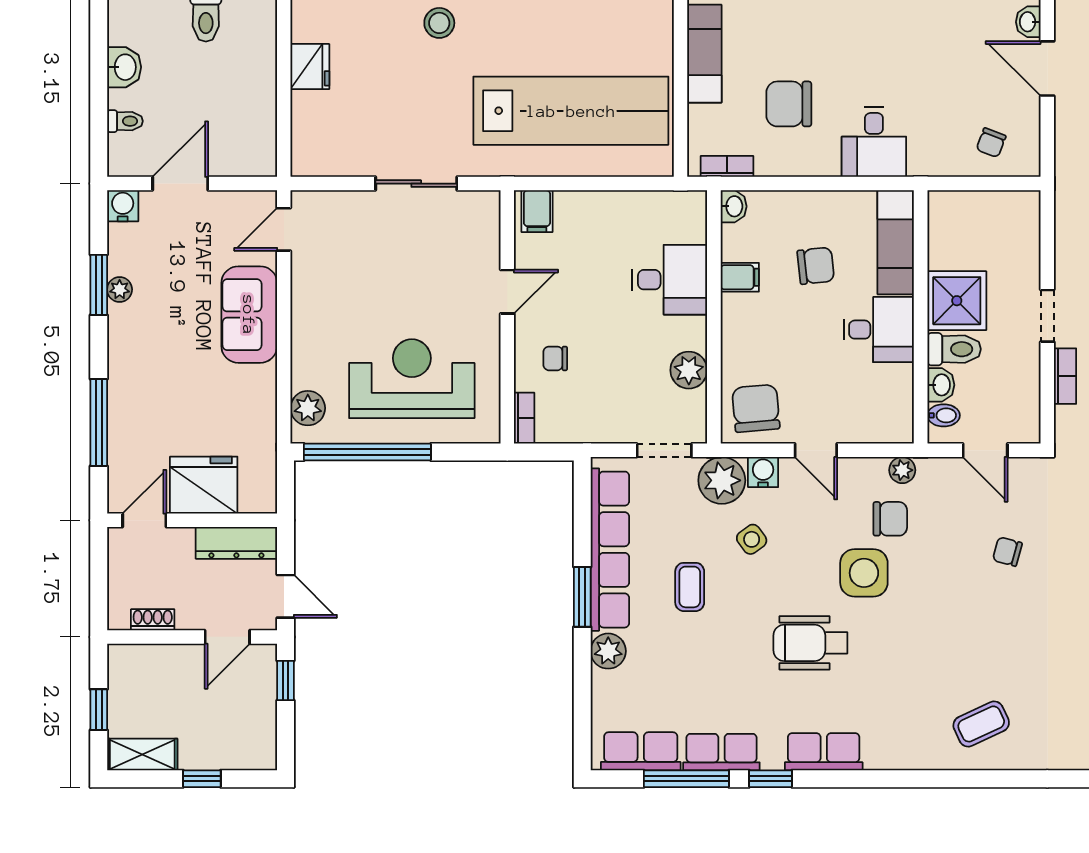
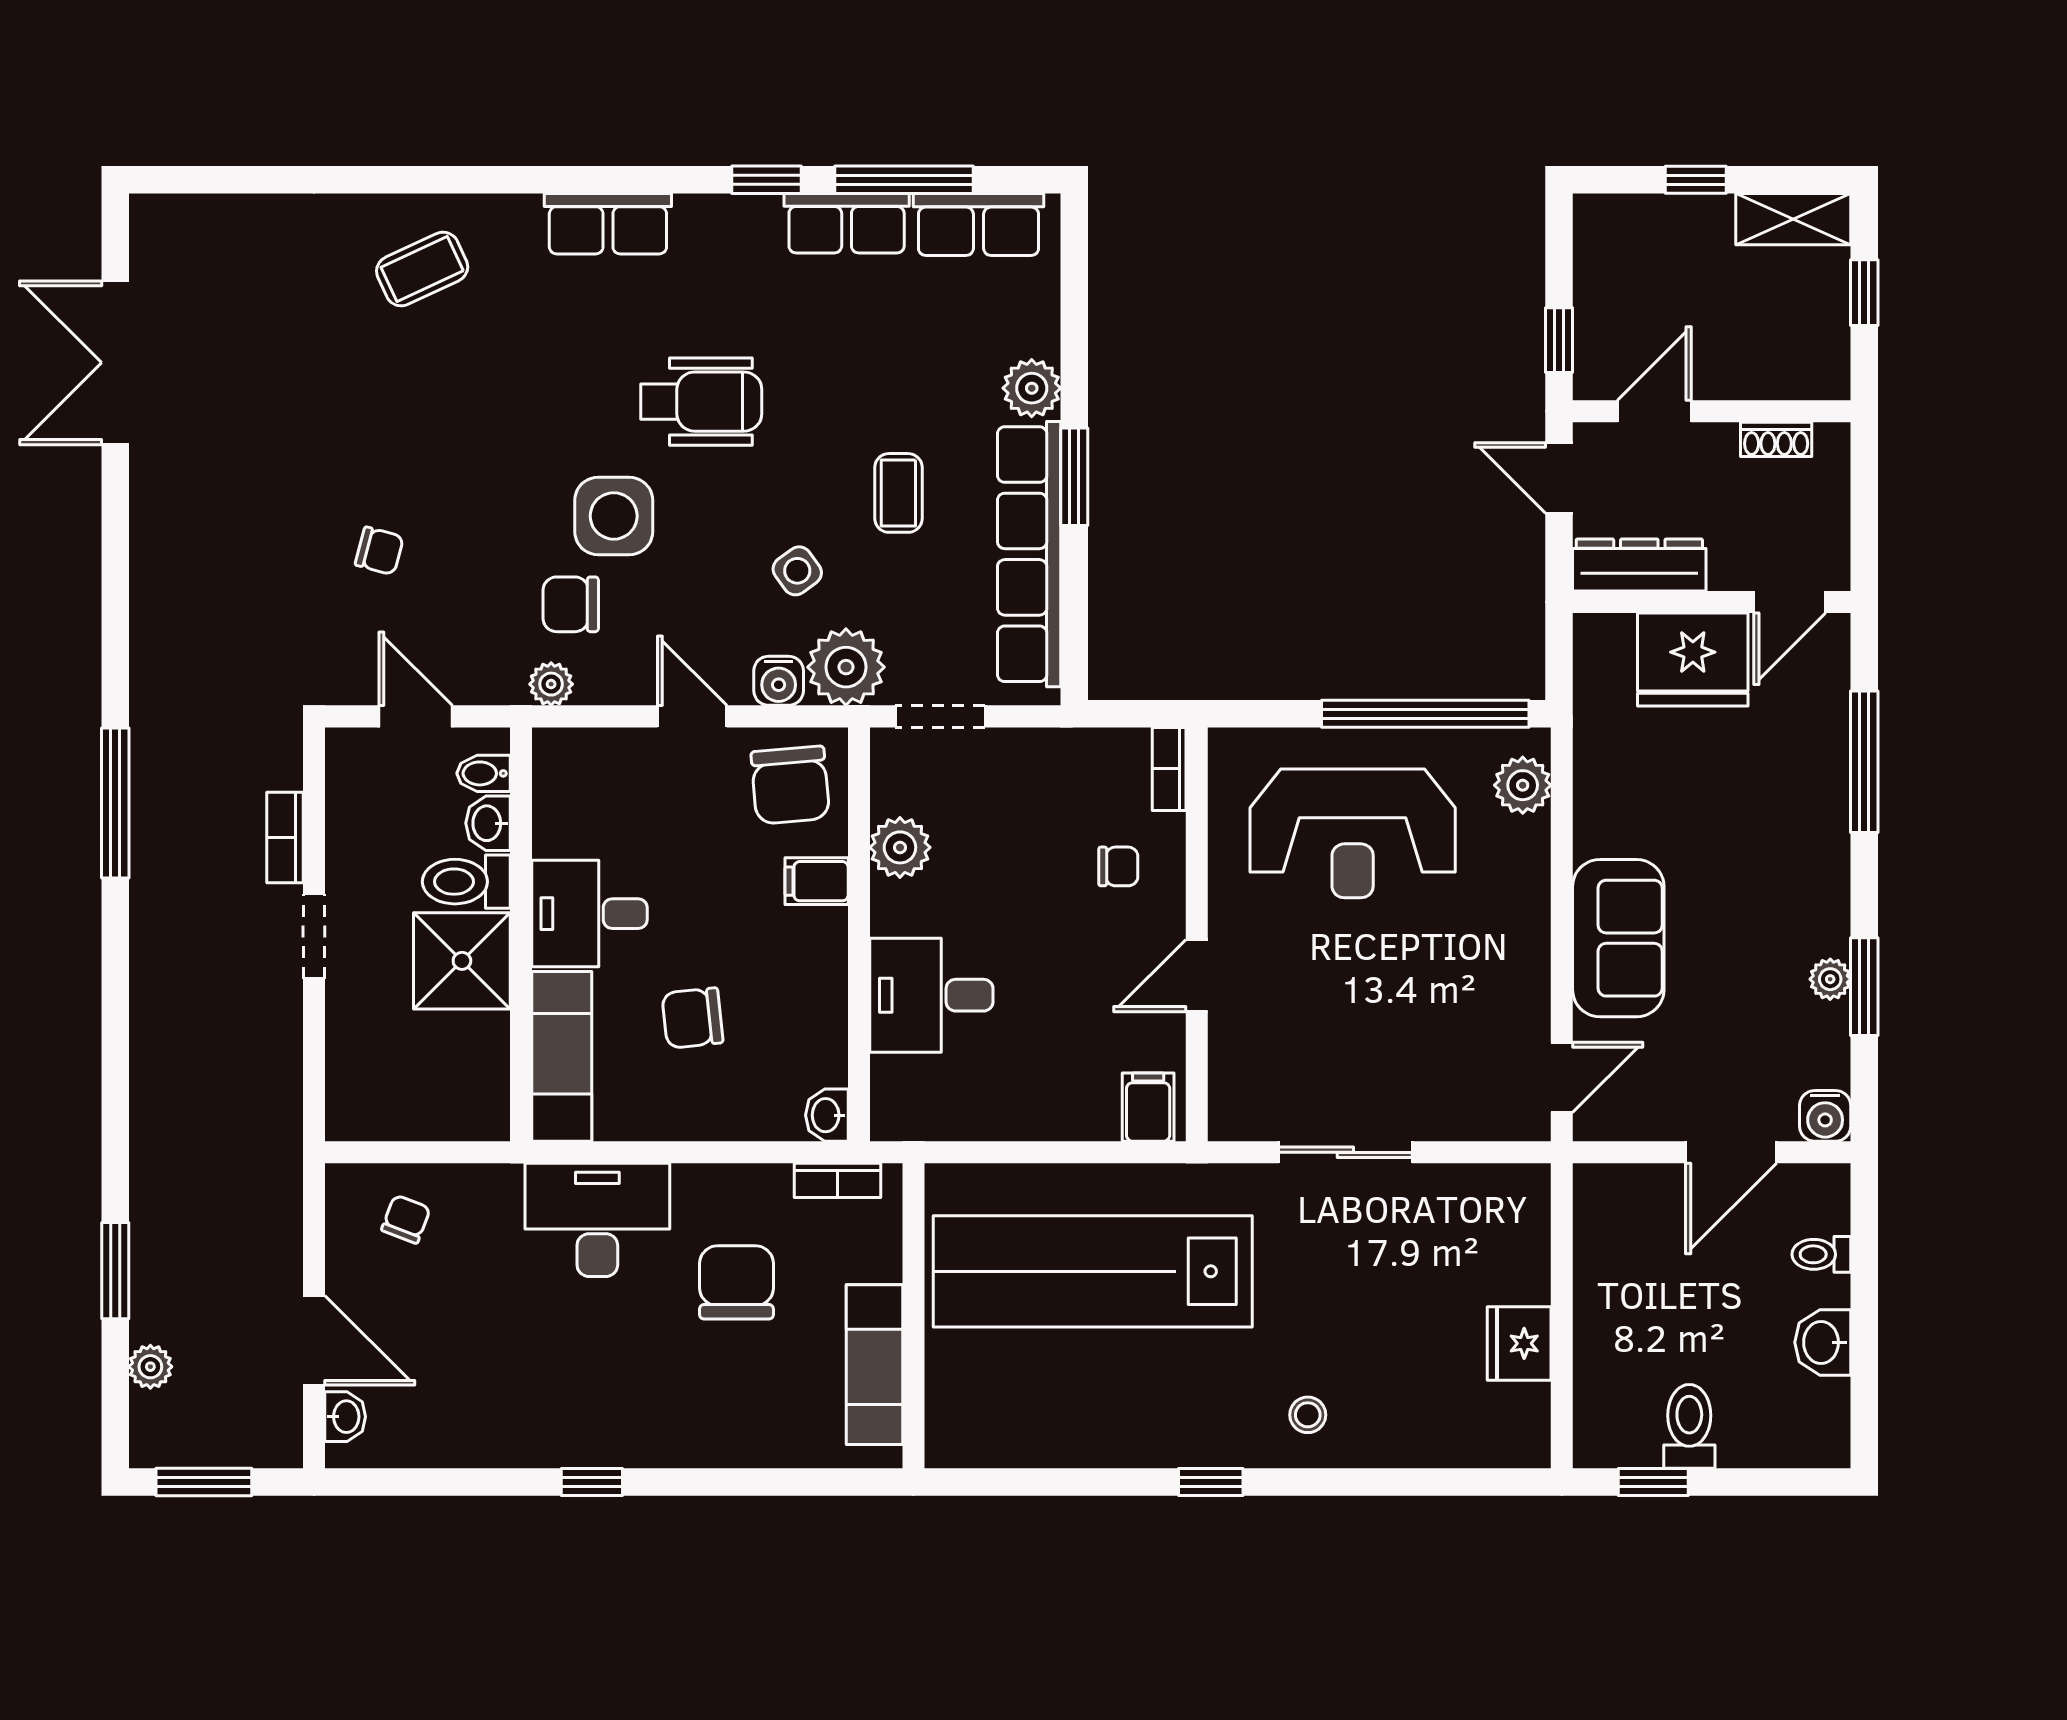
stool: (439, 23) -> (1308, 1415), width x0.73, depth x0.73
chair: (789, 104) -> (736, 1282), turned -90
desk: (874, 142) -> (597, 1220), width x1.37
filing cabinet: (740, 277) -> (817, 881), moved
row of seats: (824, 752) -> (608, 224), moved

